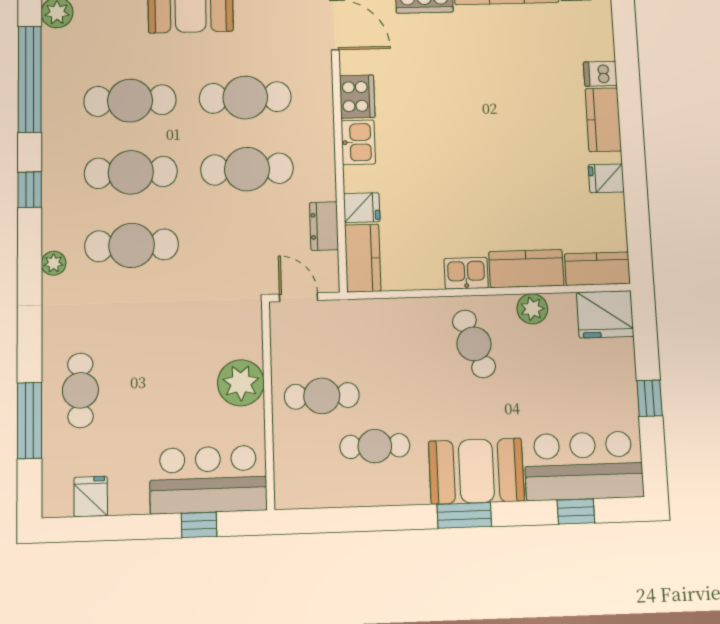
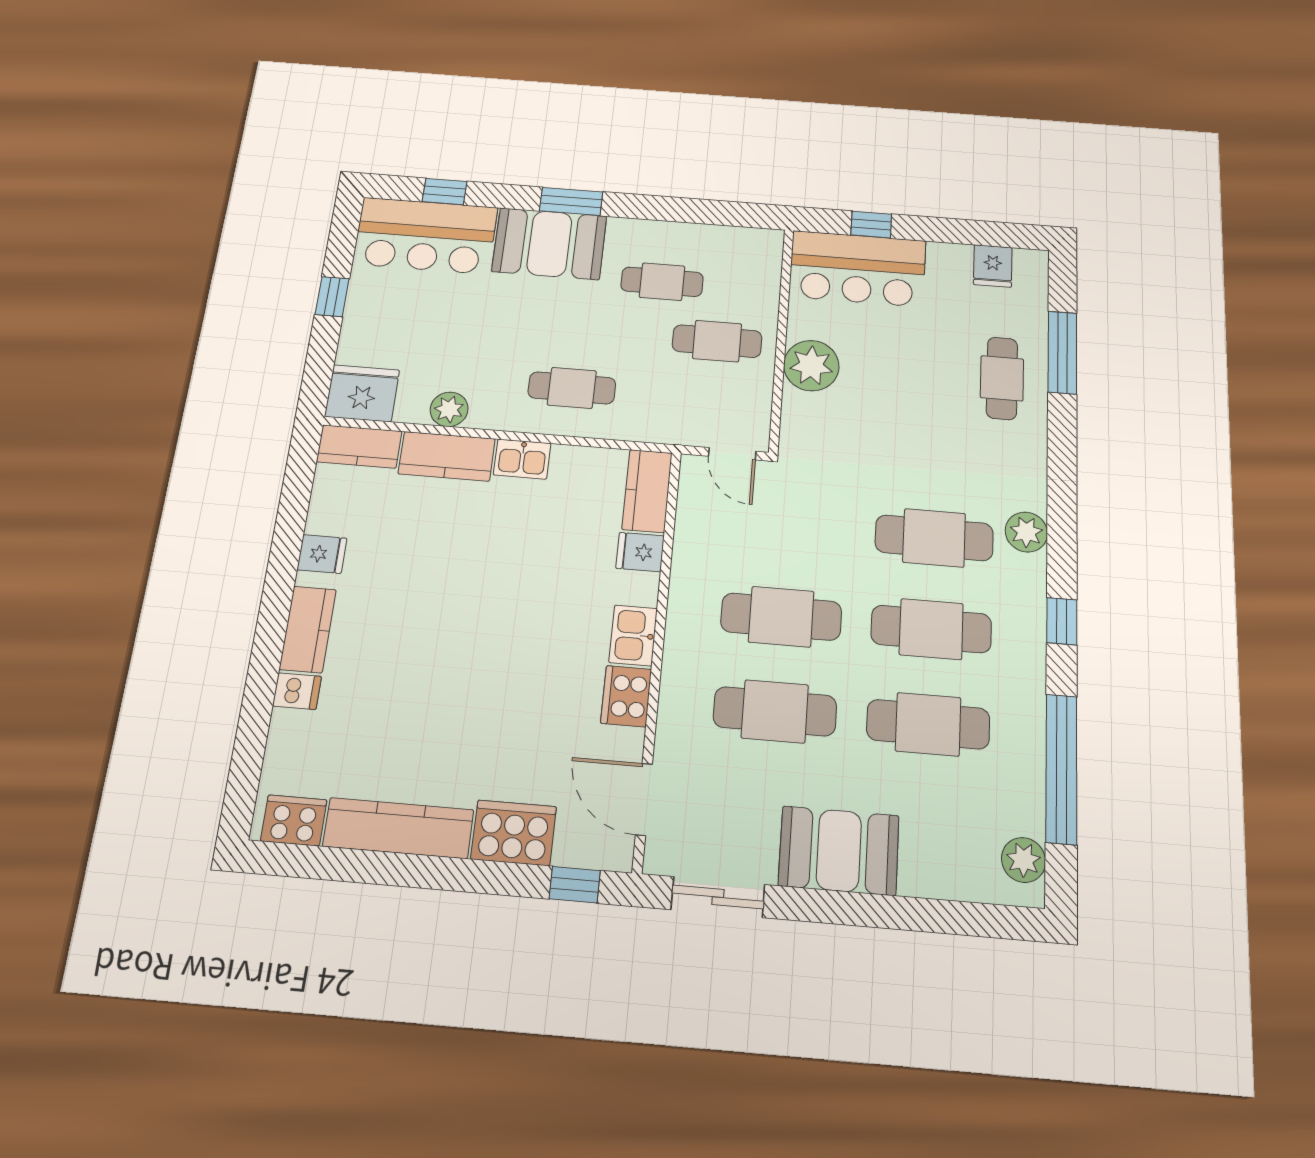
dresser: (324, 226) -> (691, 535), removed
plant: (54, 263) -> (1026, 532), width x1.38, depth x1.38
cafe table: (474, 344) -> (572, 388), moved, turned -70

